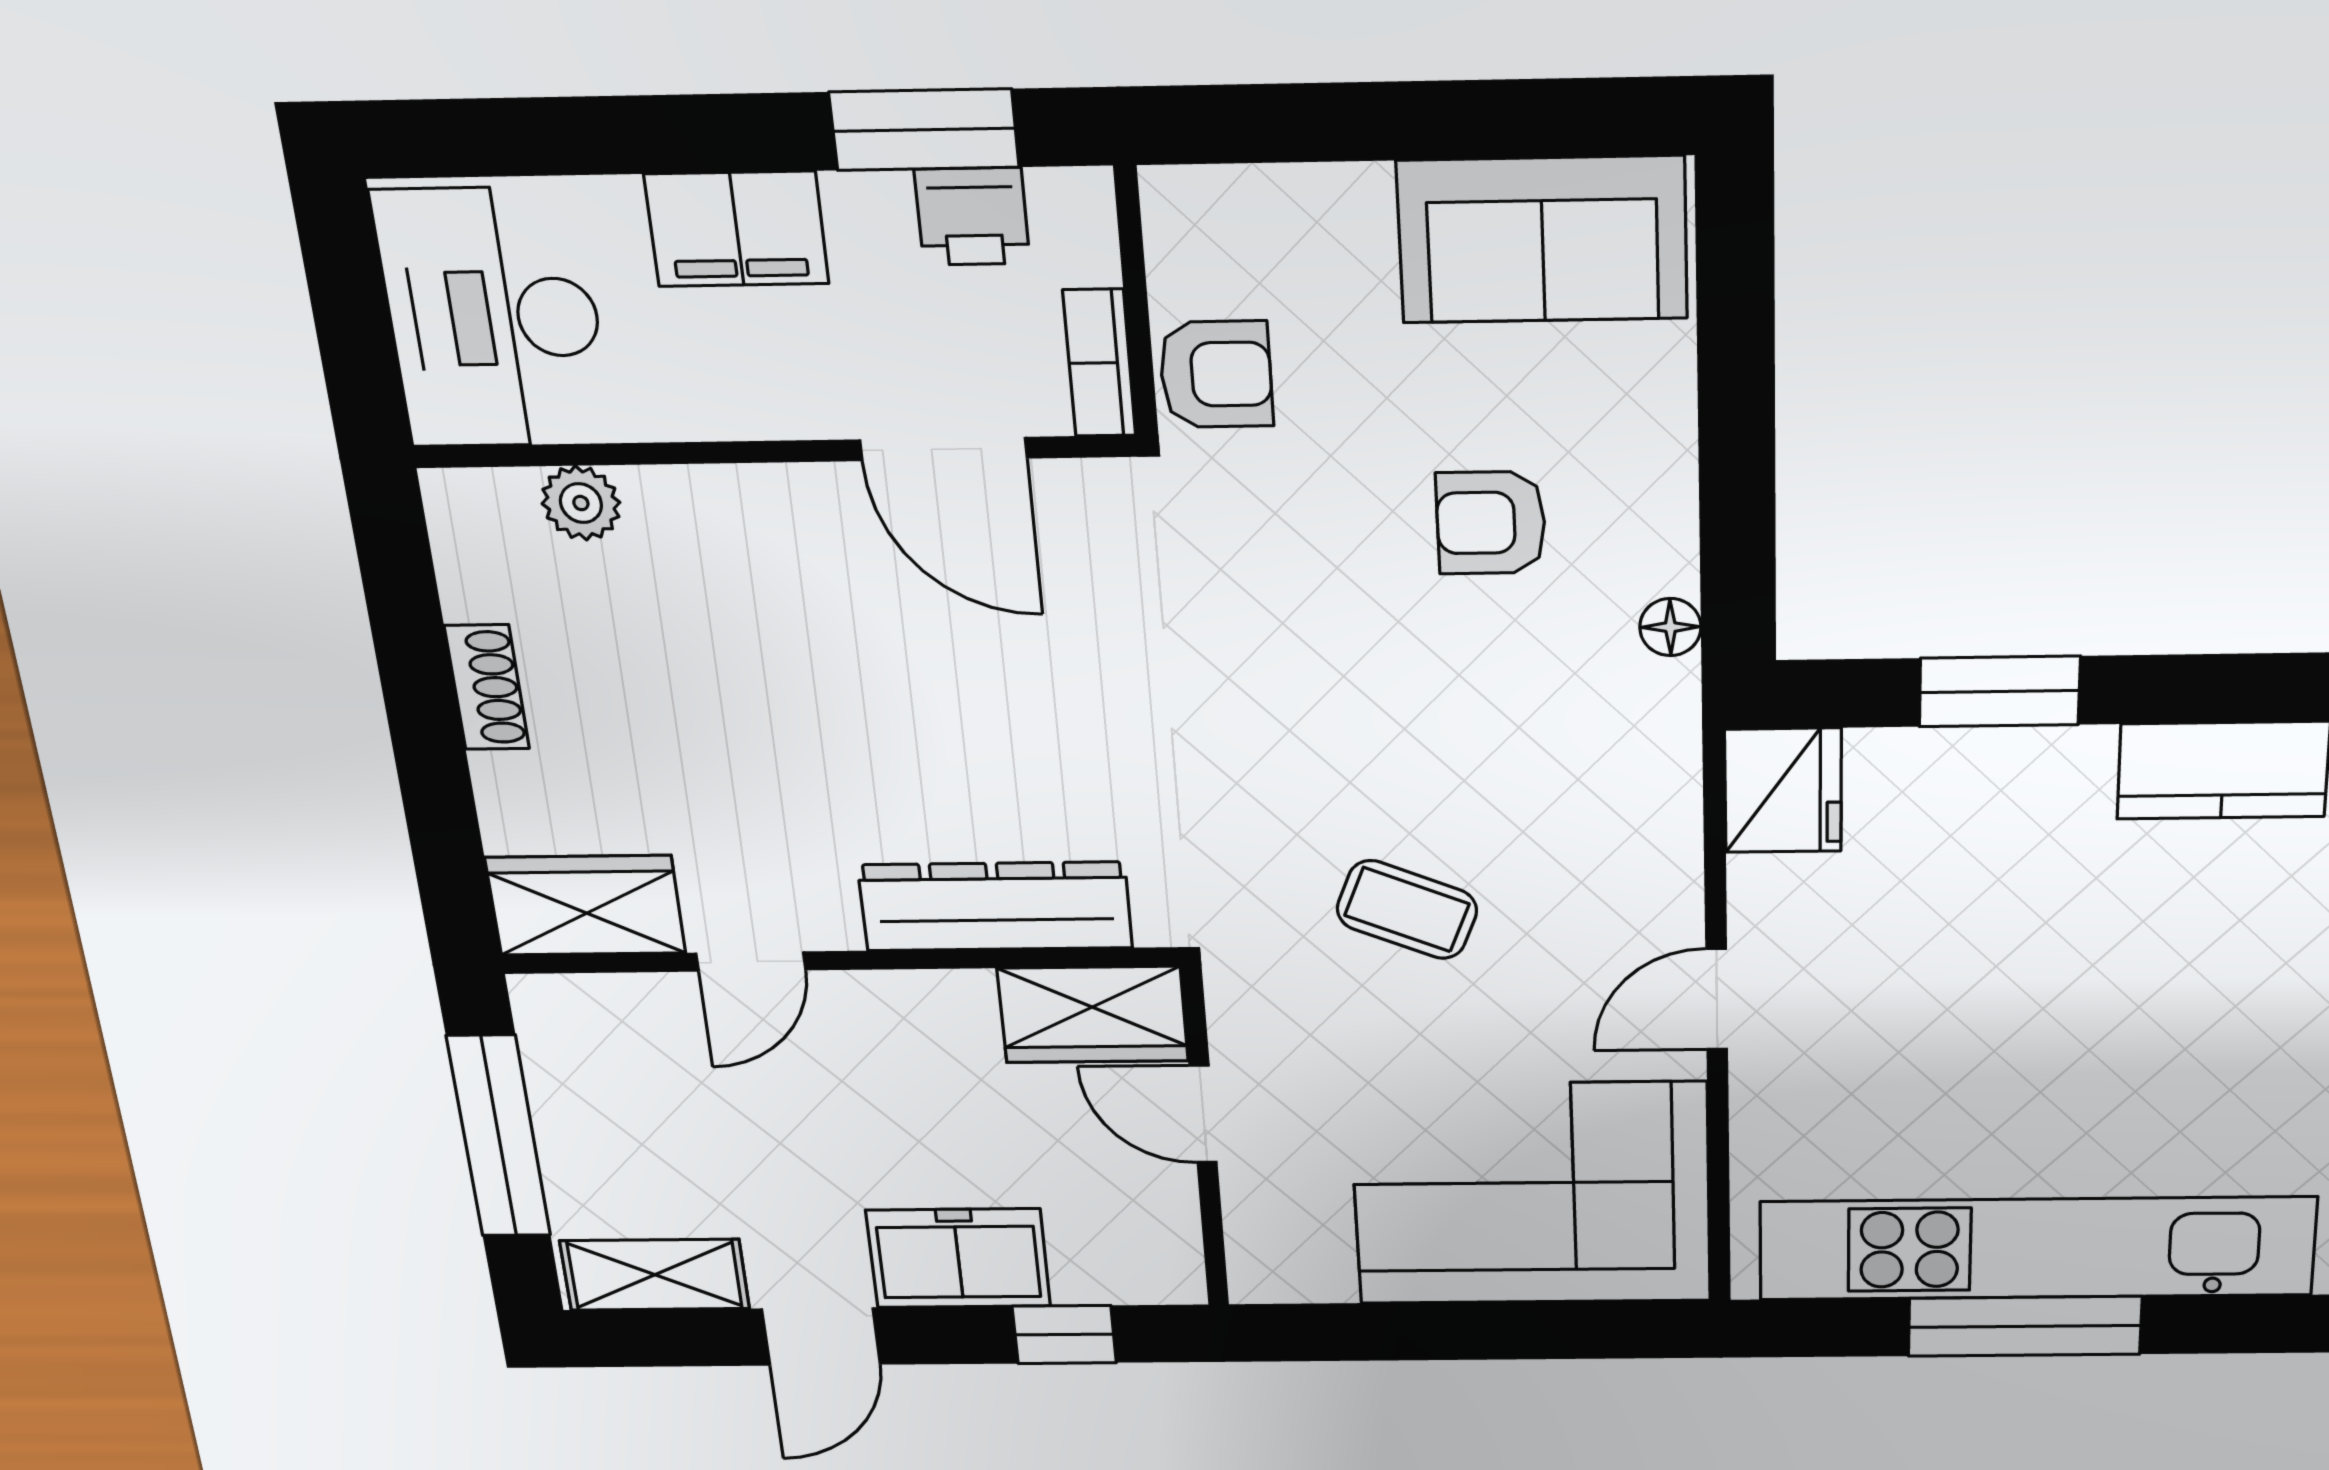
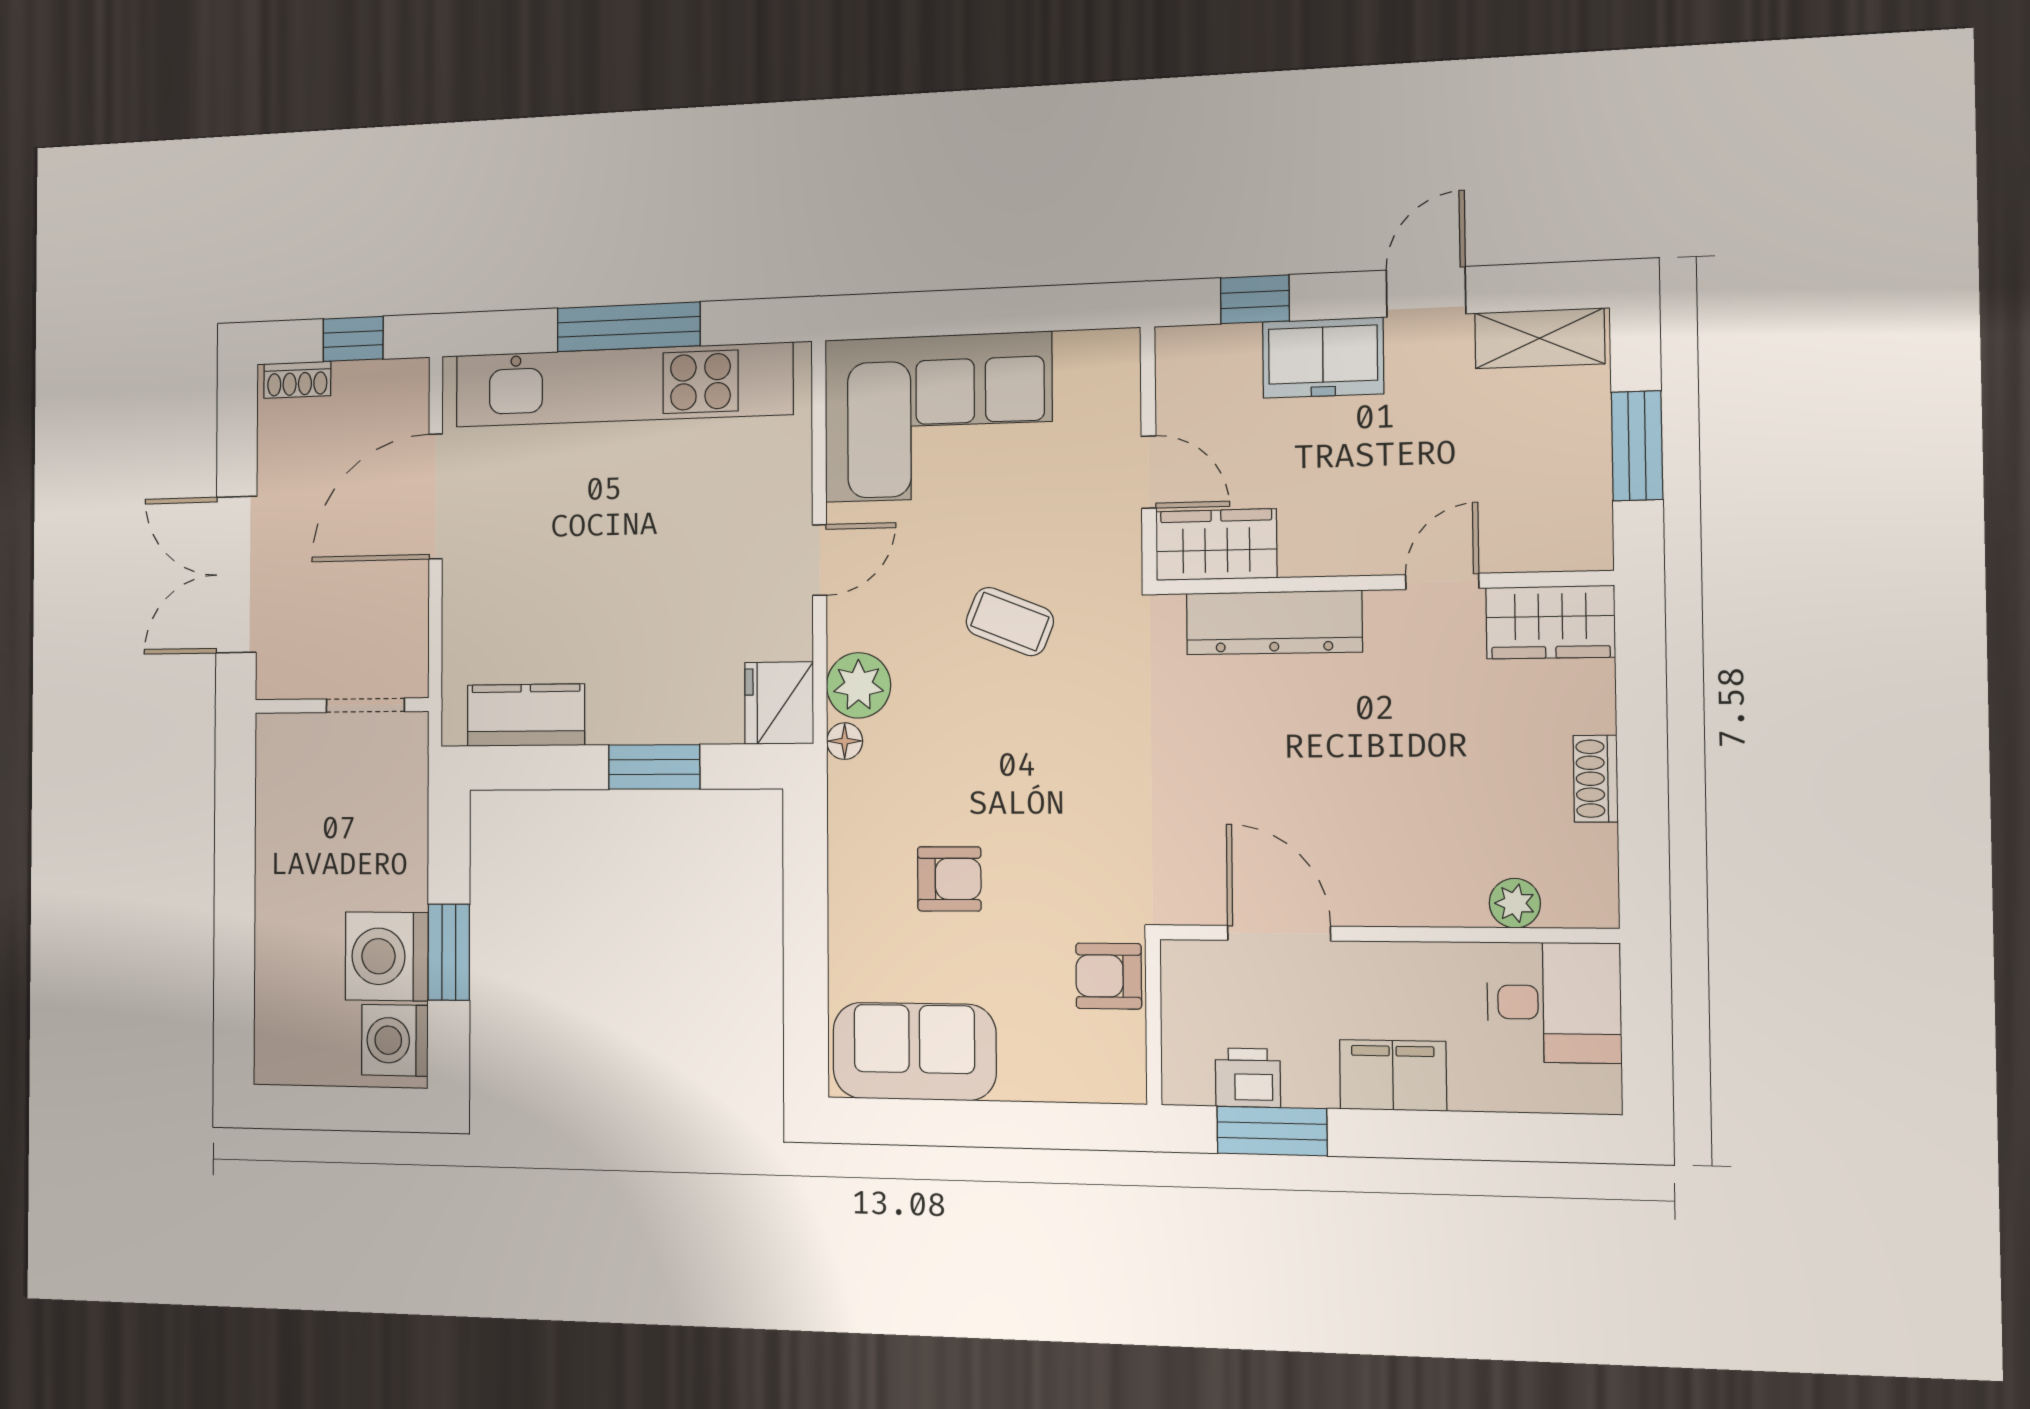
desk: (494, 318) -> (1554, 1002), width x0.73
bookcase: (1099, 363) -> (1178, 985), removed
floor lamp: (1670, 627) -> (845, 741), moved
plant: (1650, 817) -> (859, 685), added
window: (499, 1136) -> (1637, 446), width x0.69

